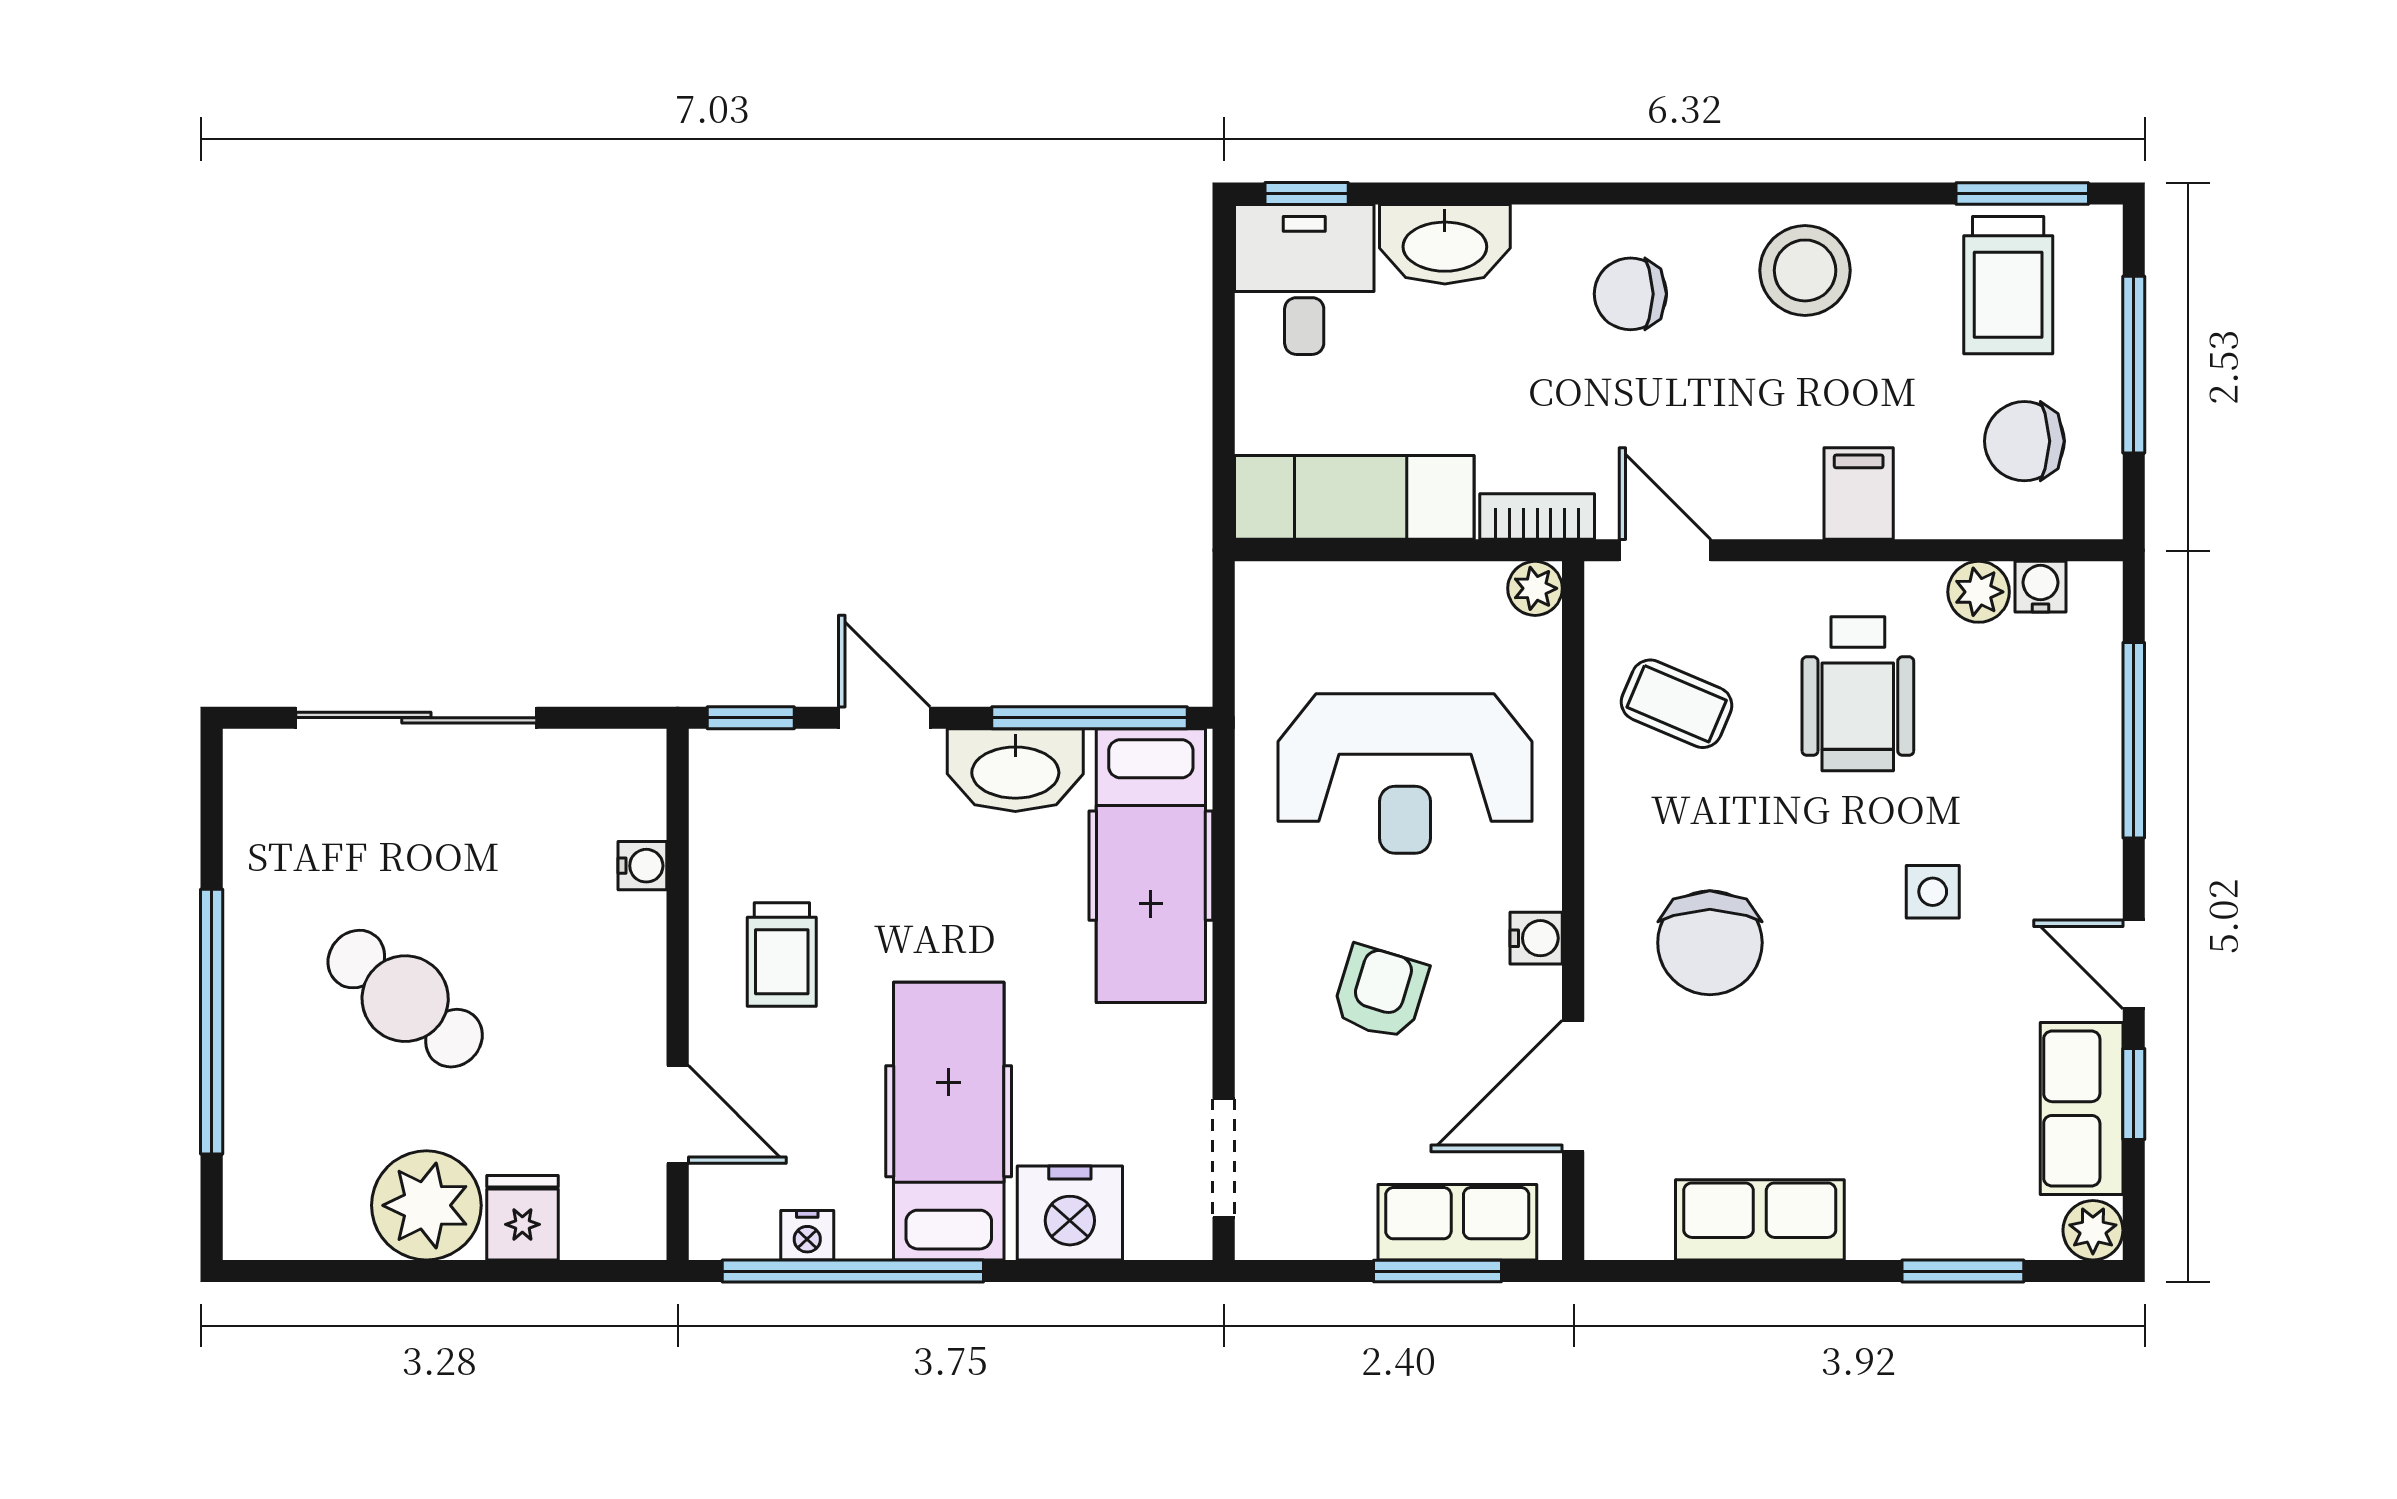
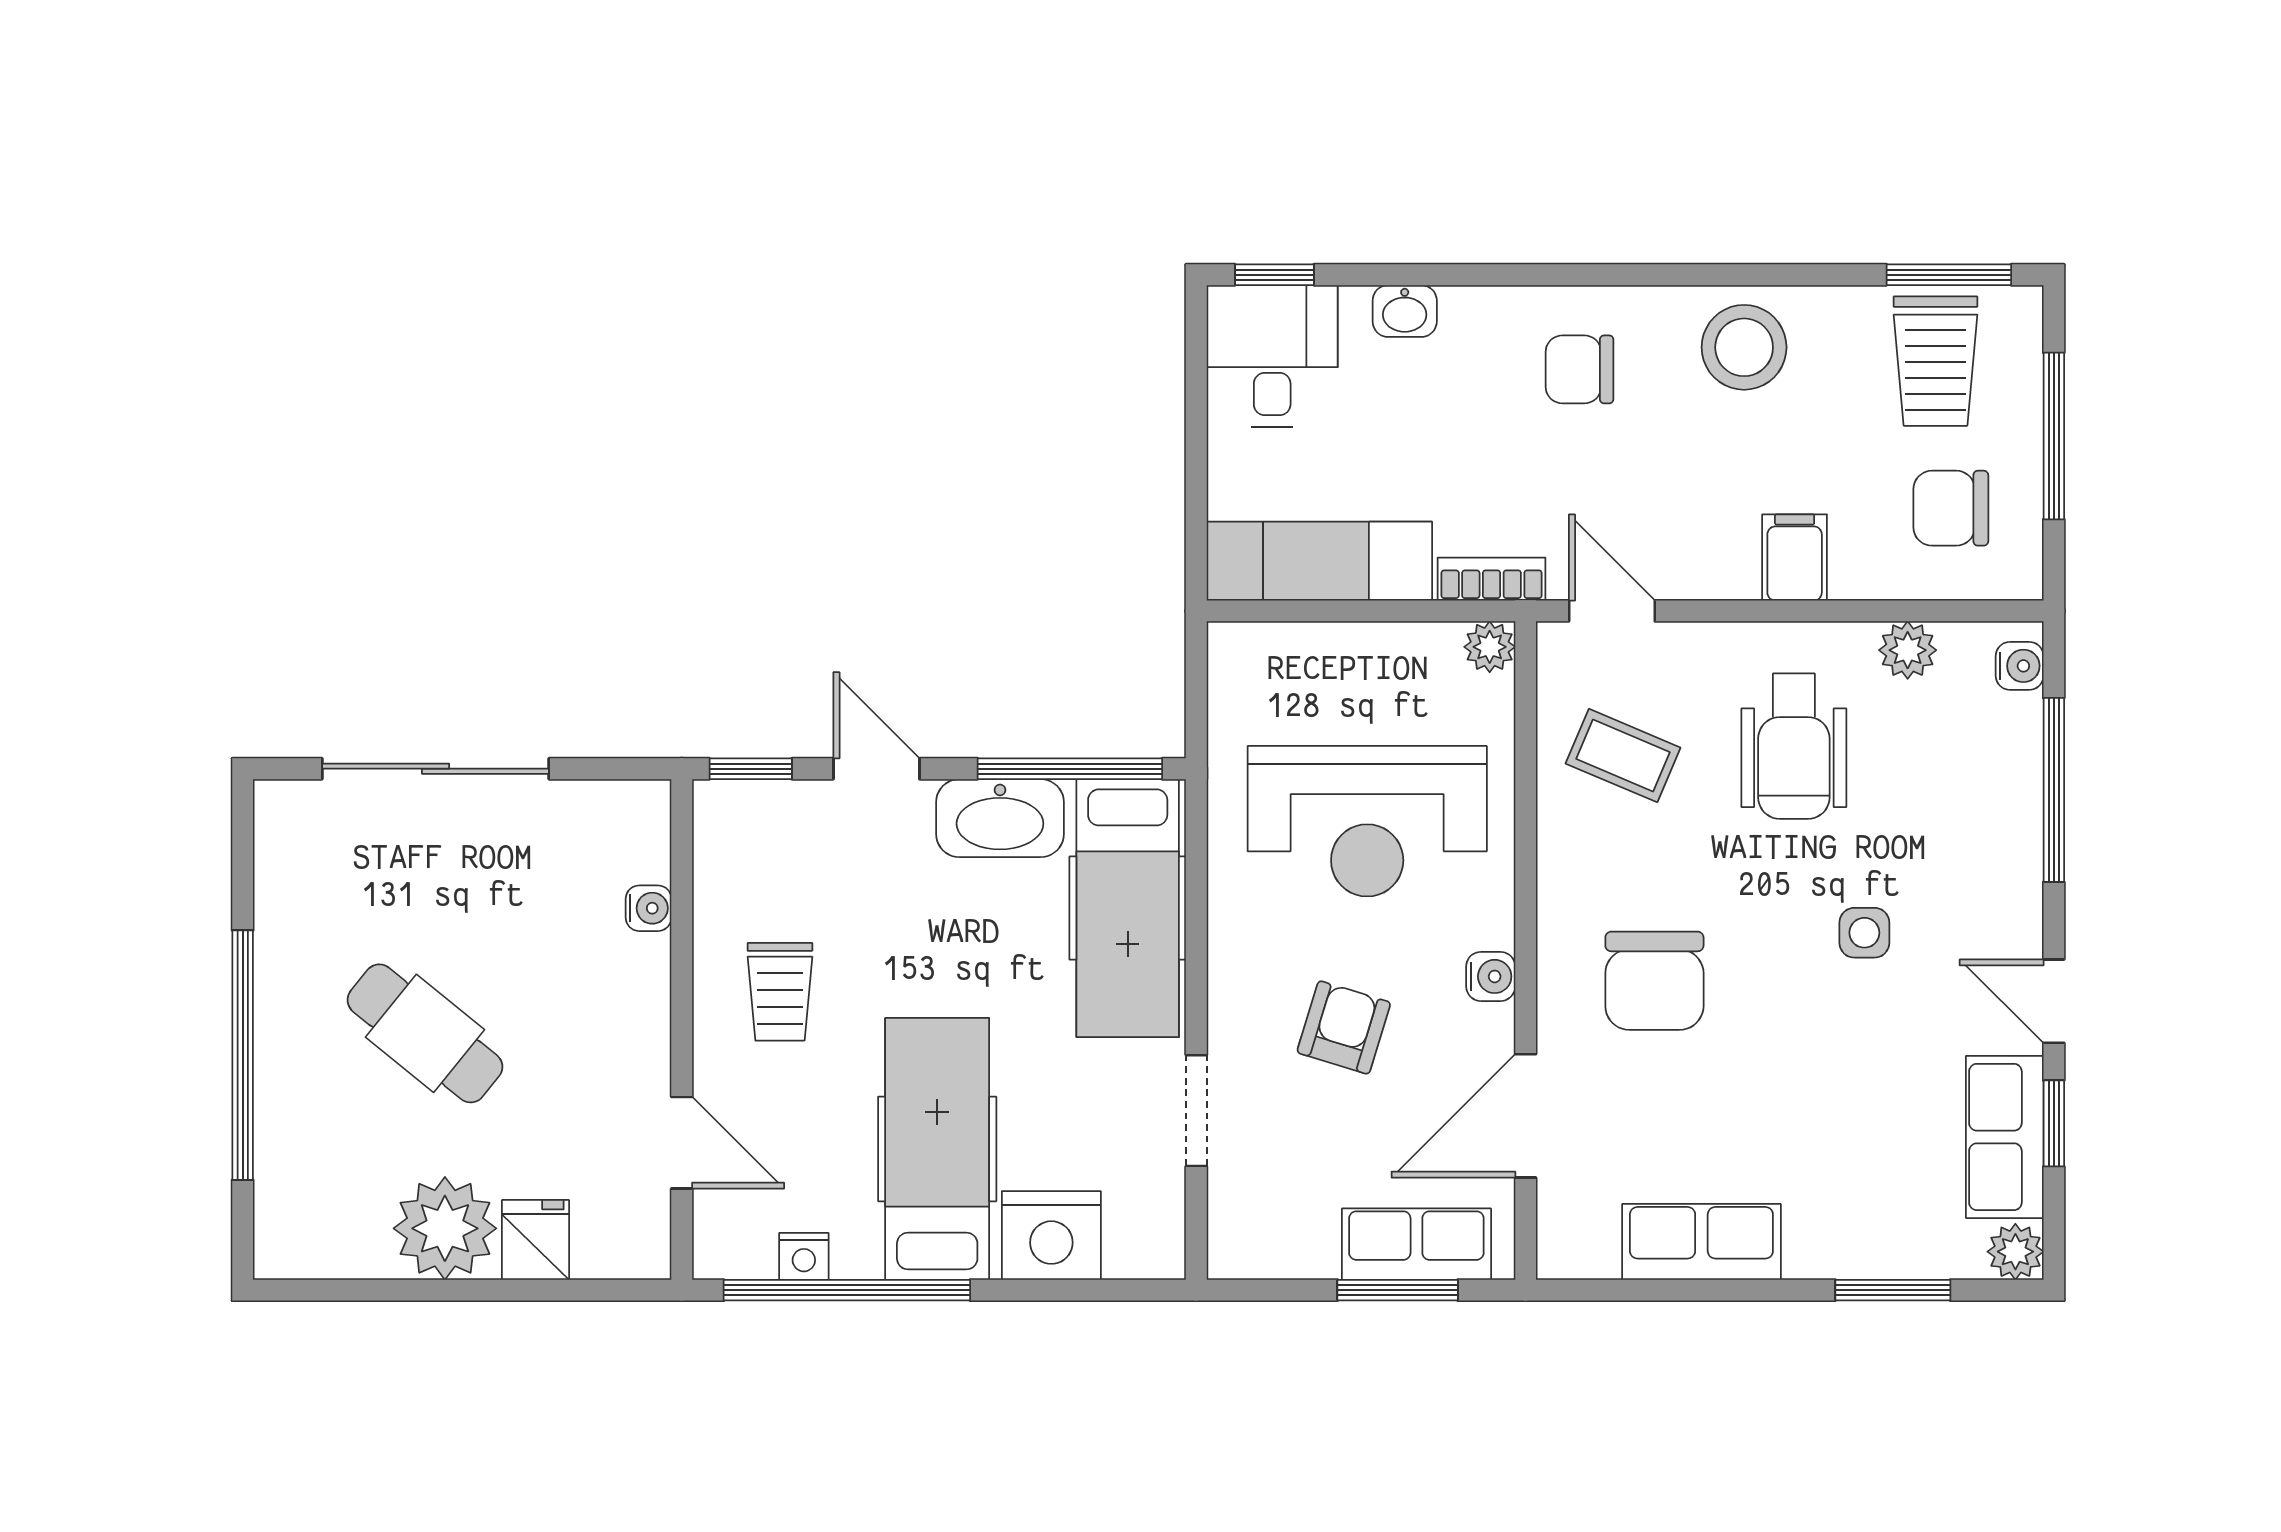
washbasin: (1445, 244) -> (1405, 311), width x0.52, depth x0.69
water cooler: (2040, 587) -> (2020, 666), moved, turned 90
doorway: (1224, 1158) -> (1196, 1111), moved

